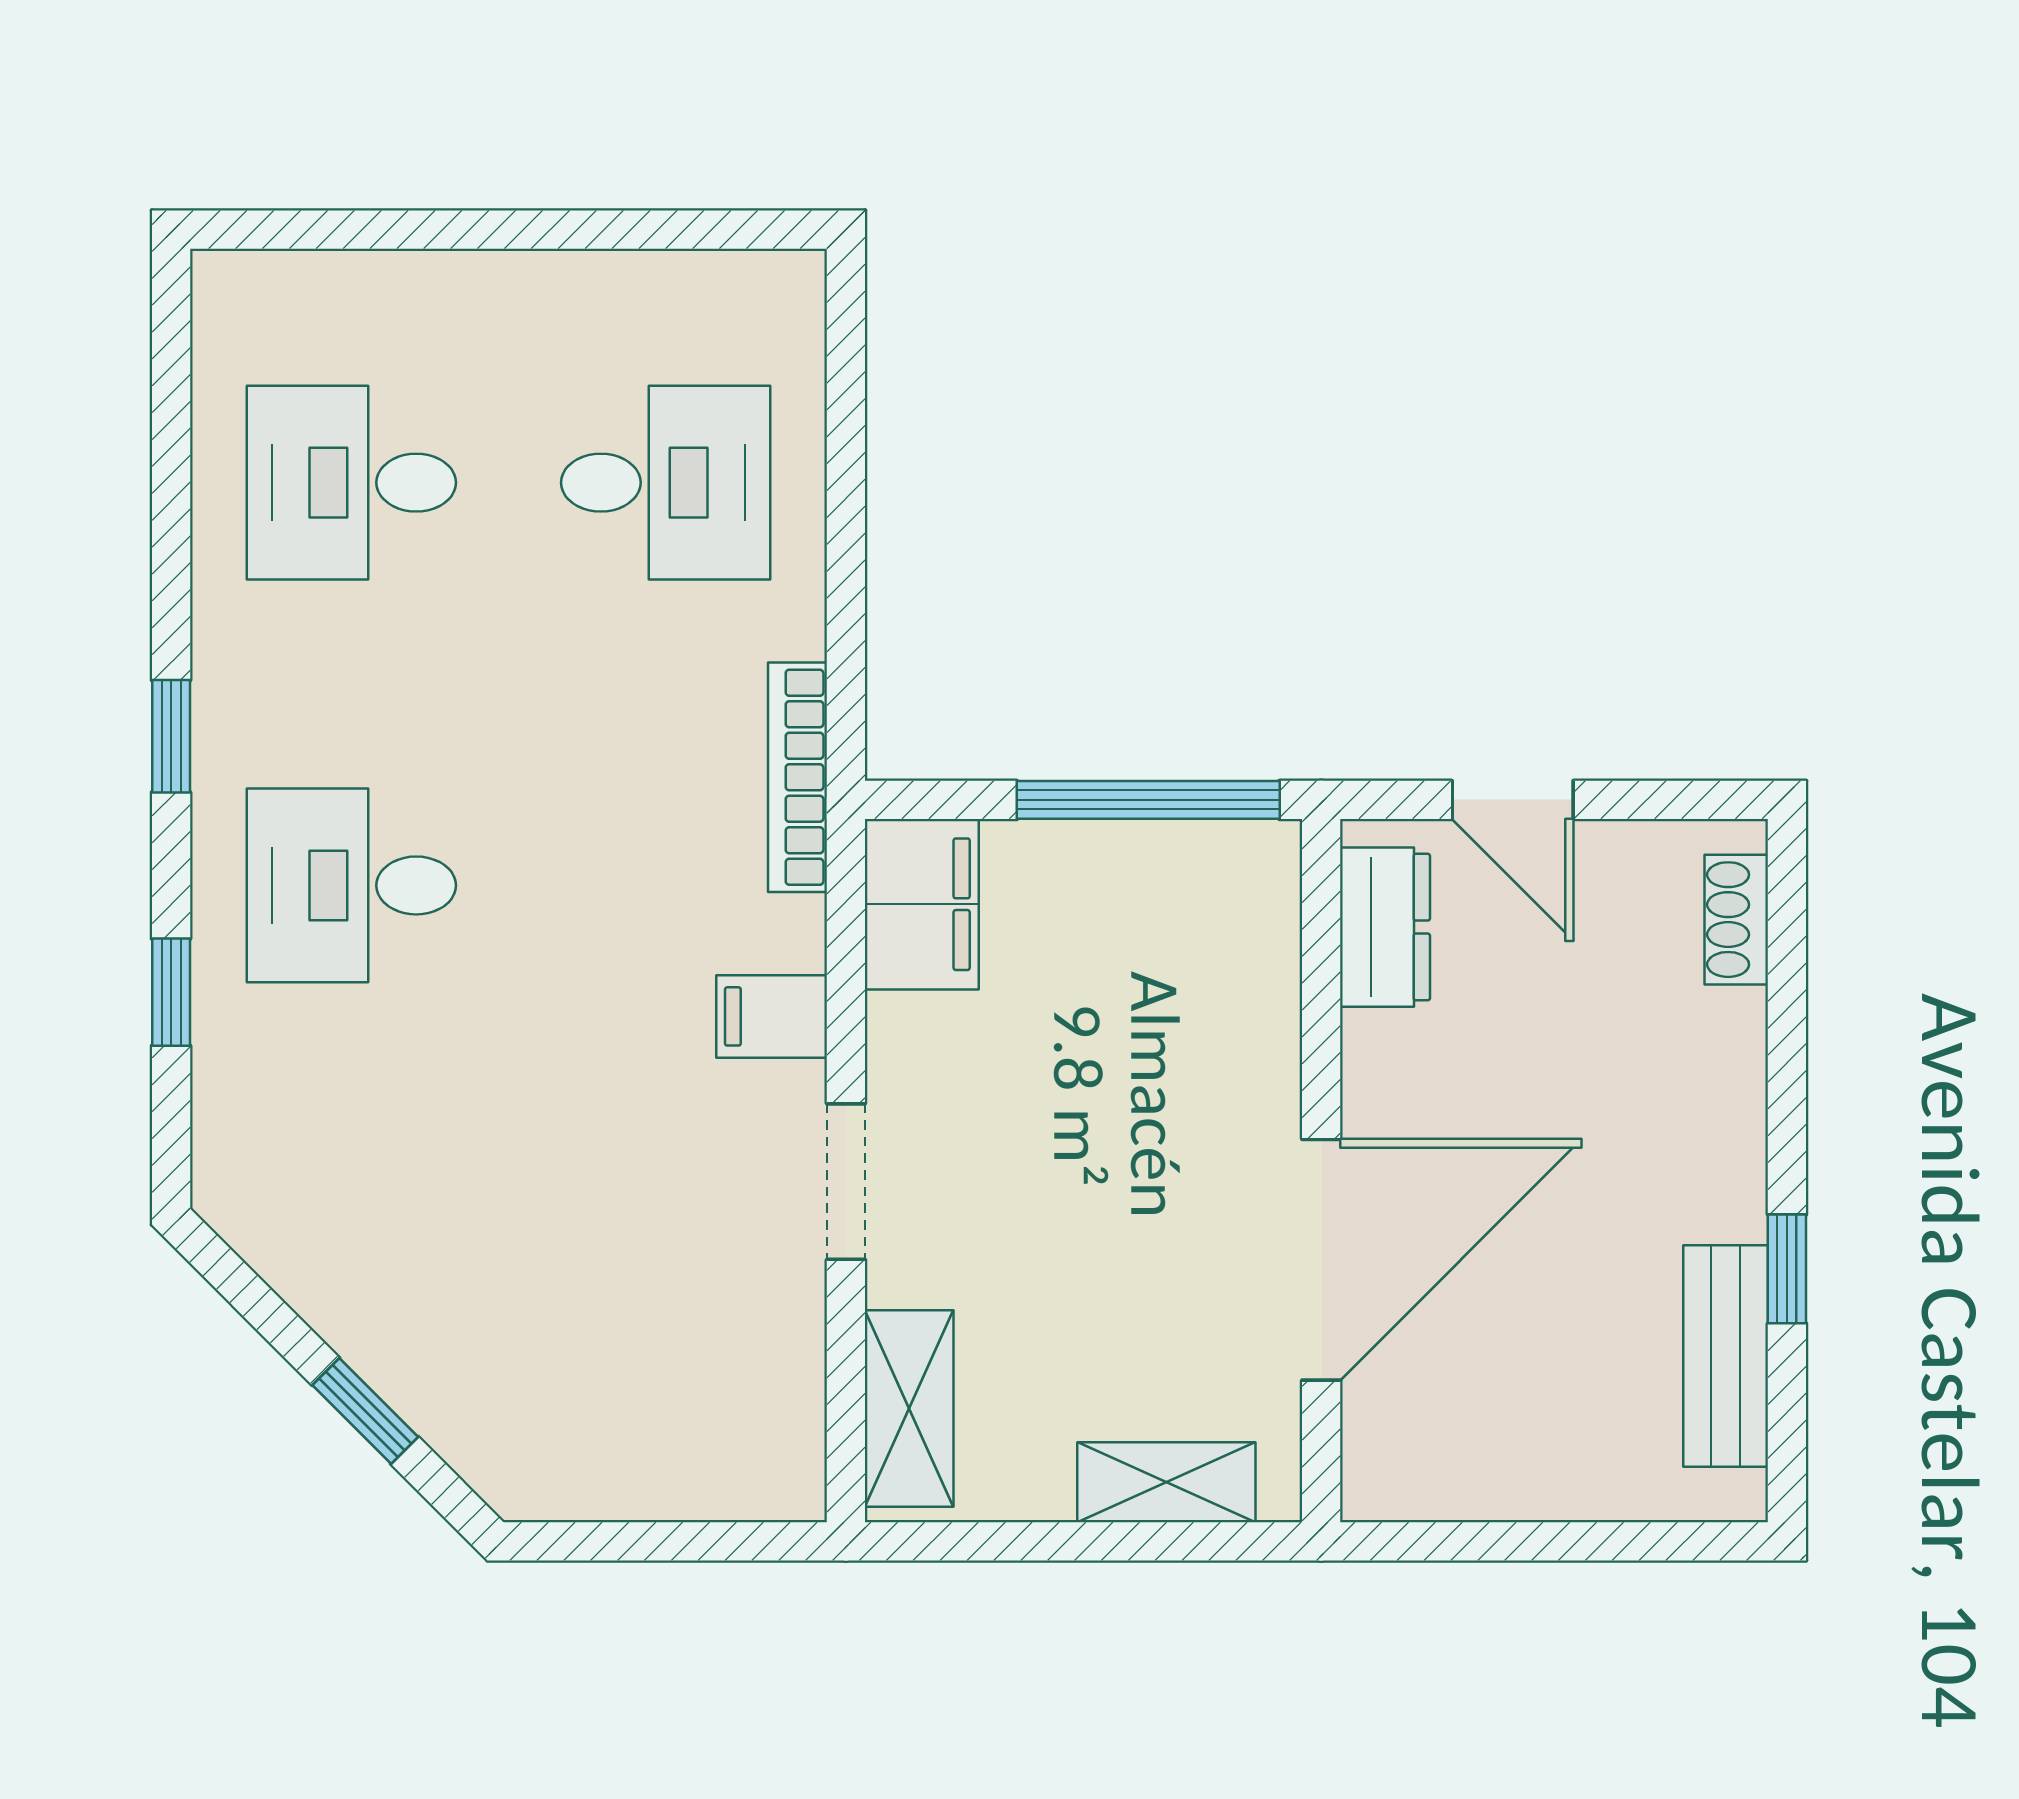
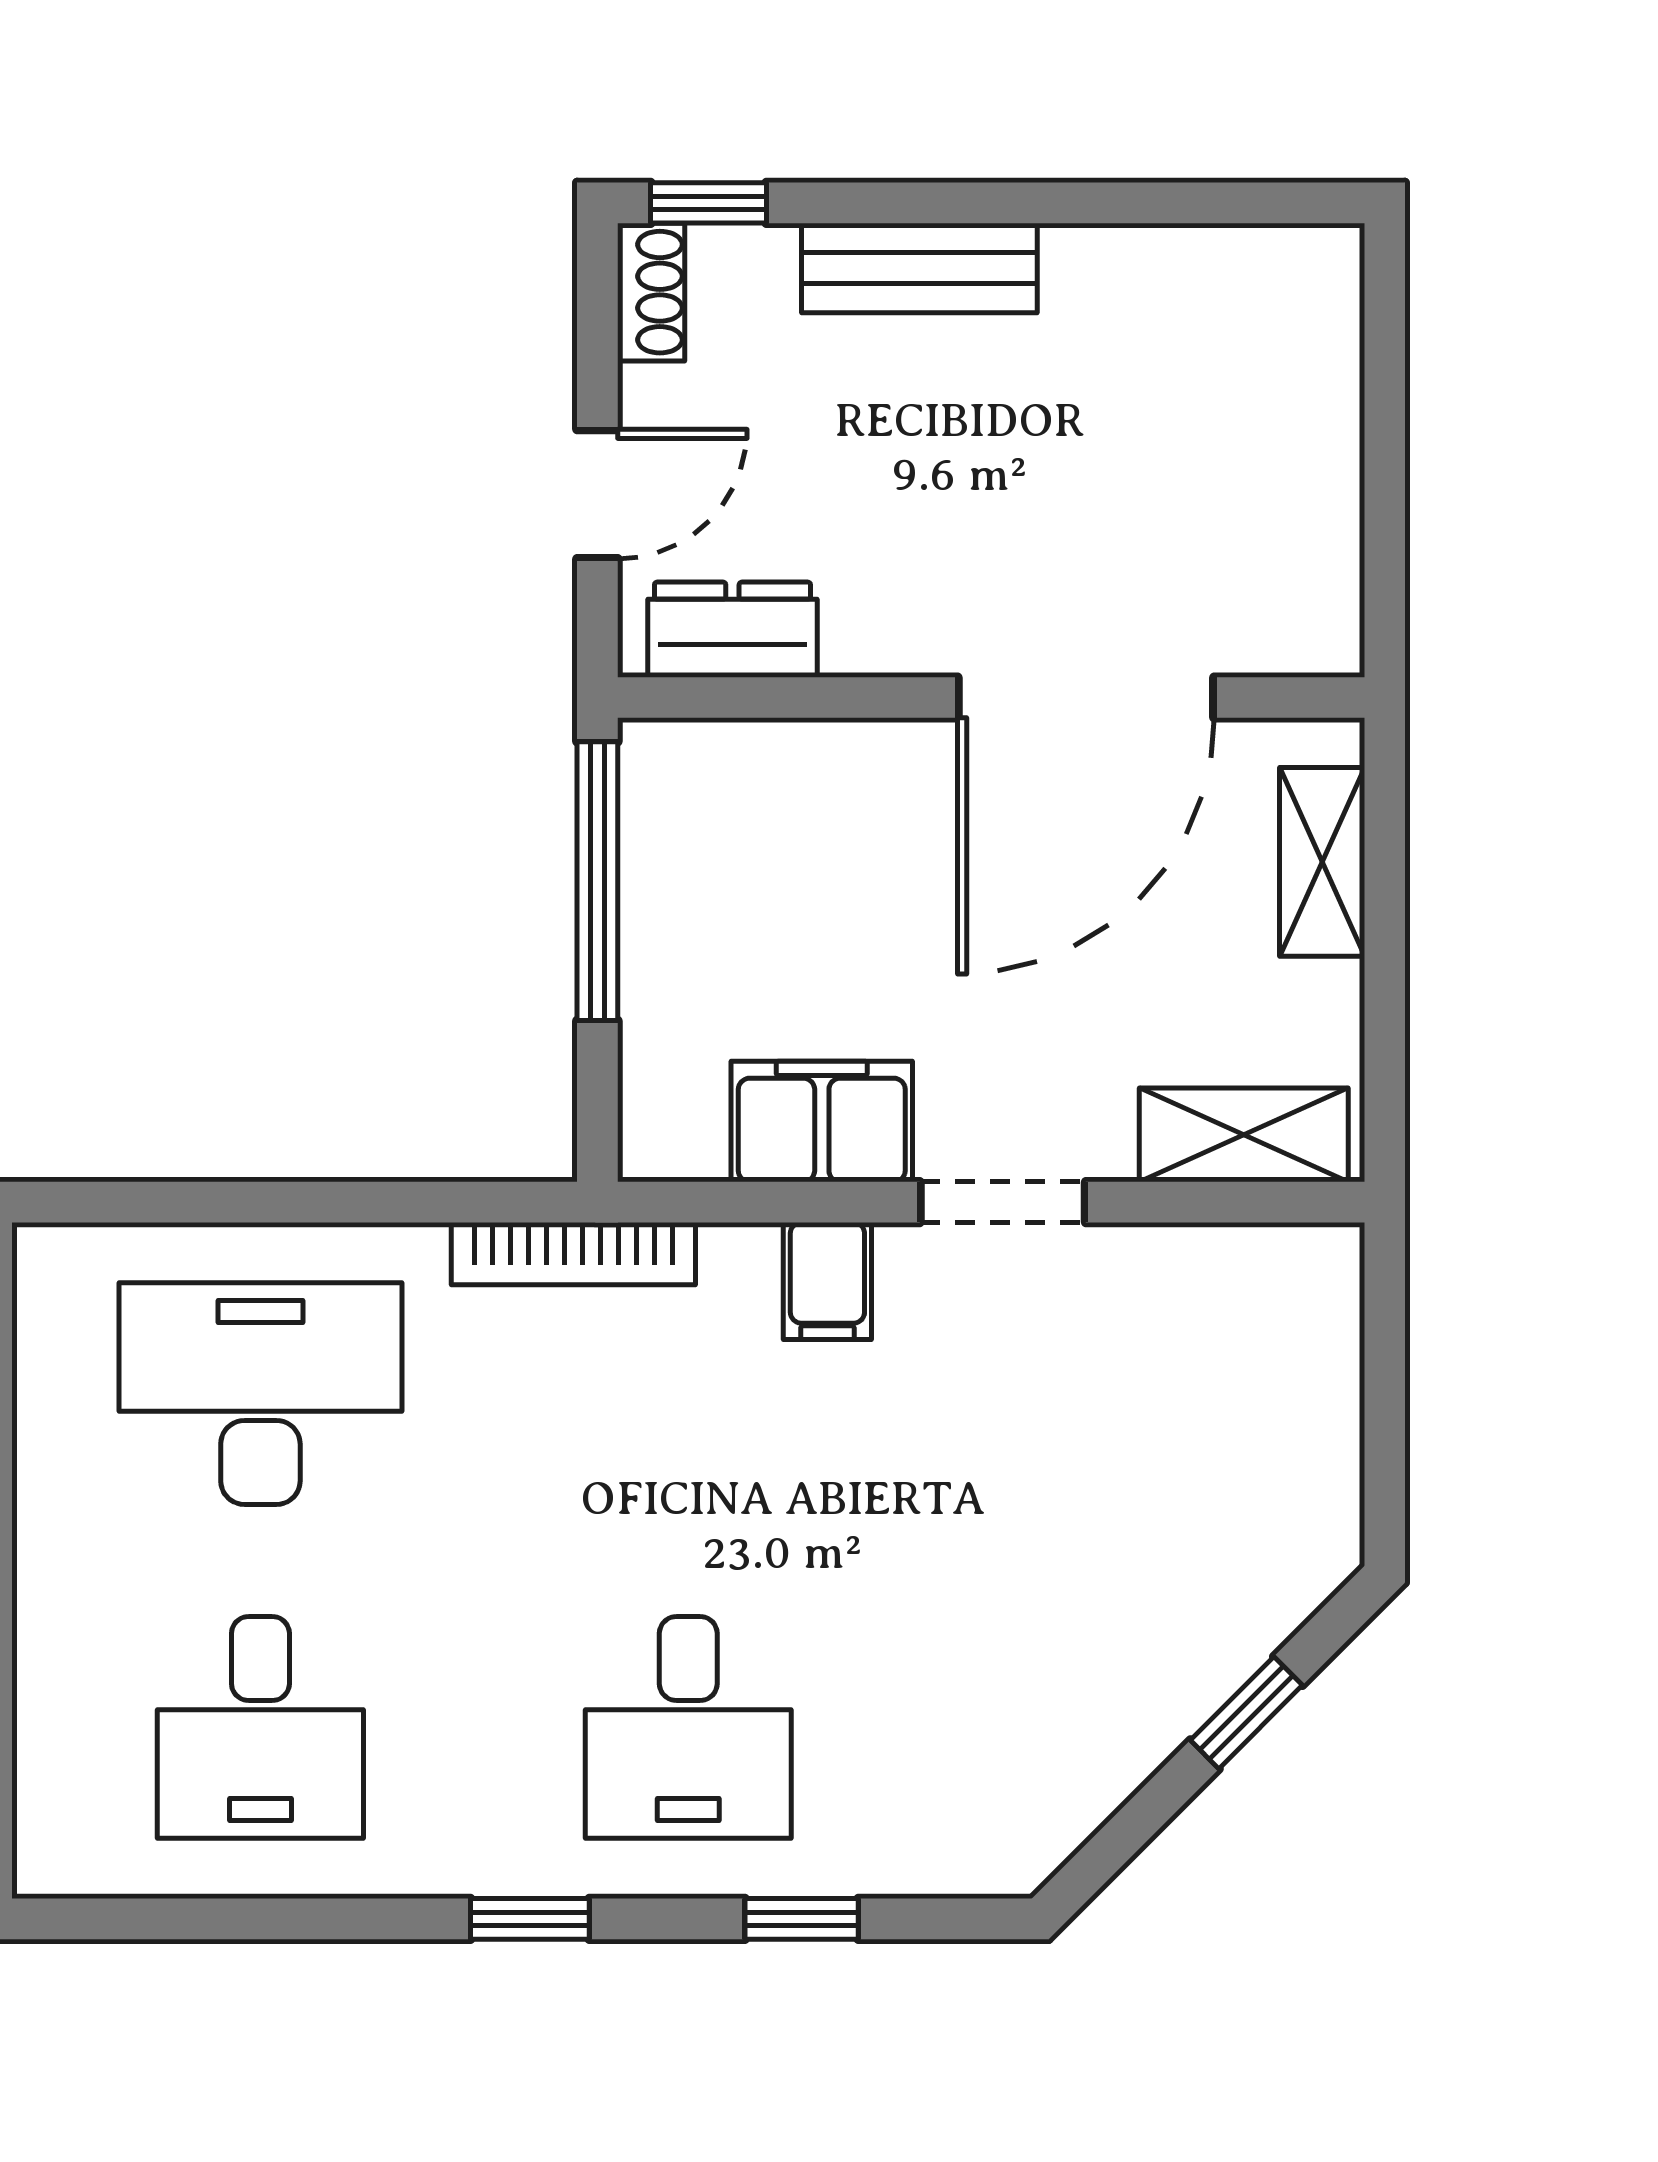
desk: (666, 483) -> (260, 1394), width x1.37
filing cabinet: (922, 904) -> (822, 1122), moved
shoe rack: (1736, 920) -> (651, 292), moved, turned -90
door: (1321, 1260) -> (1086, 697), swing flipped
window: (1787, 1269) -> (708, 203), moved
bench: (1726, 1356) -> (919, 268), moved

